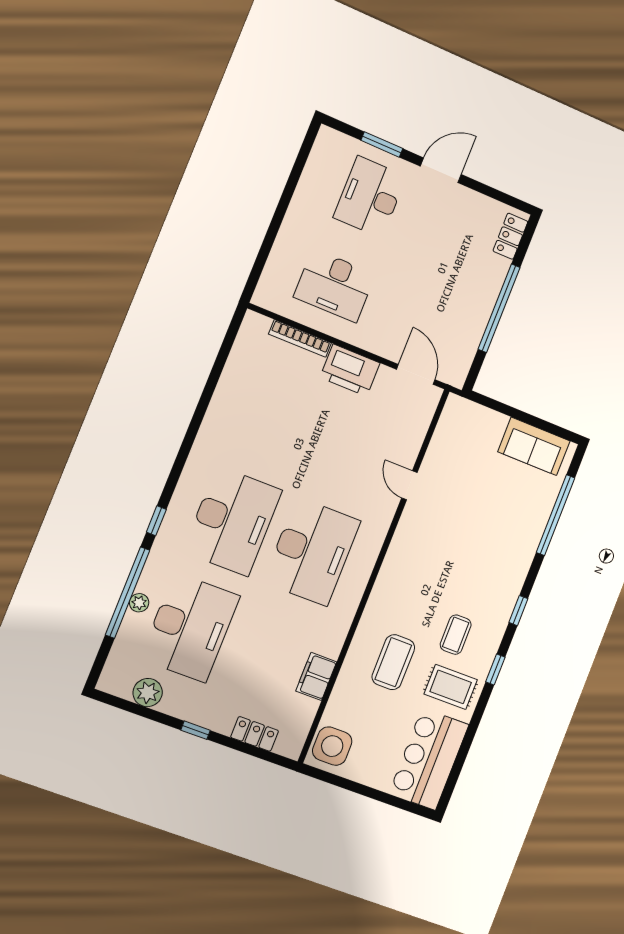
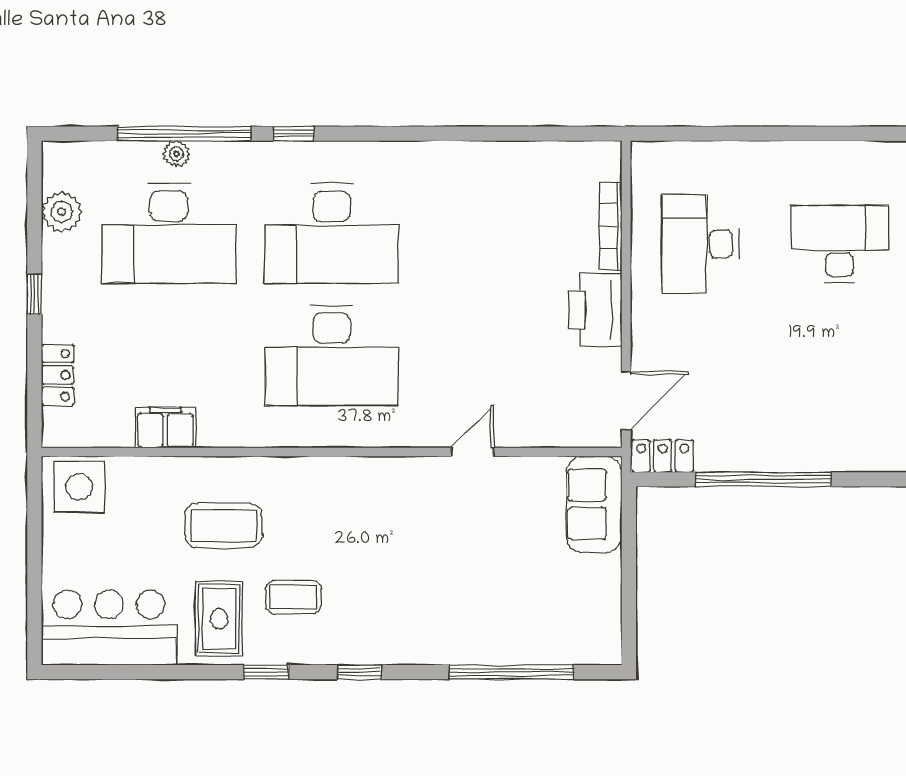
locker: (510, 236) -> (663, 456), moved
sofa: (534, 446) -> (594, 504), moved

